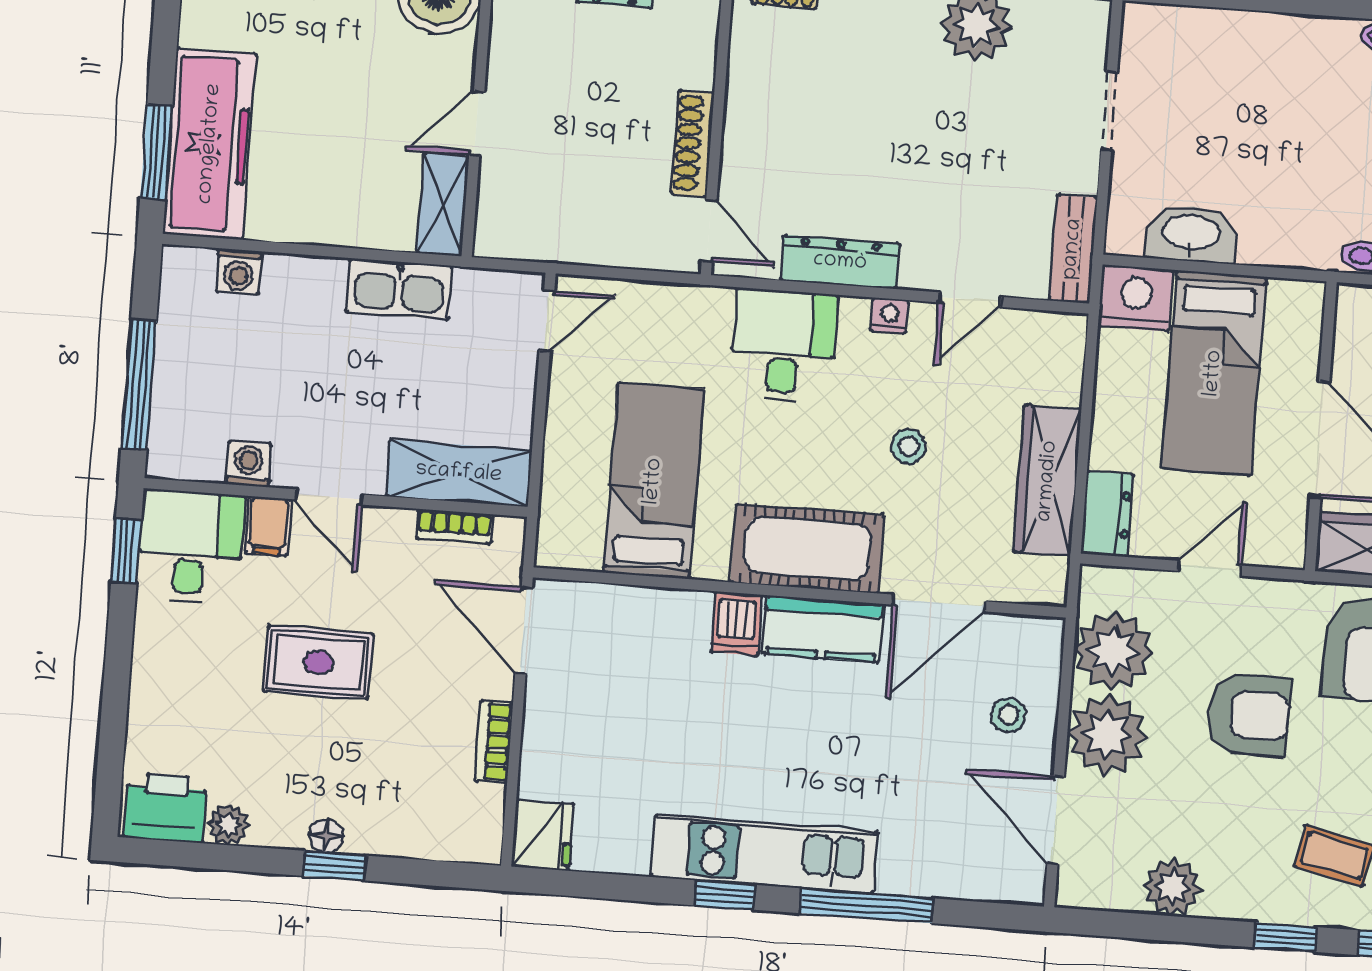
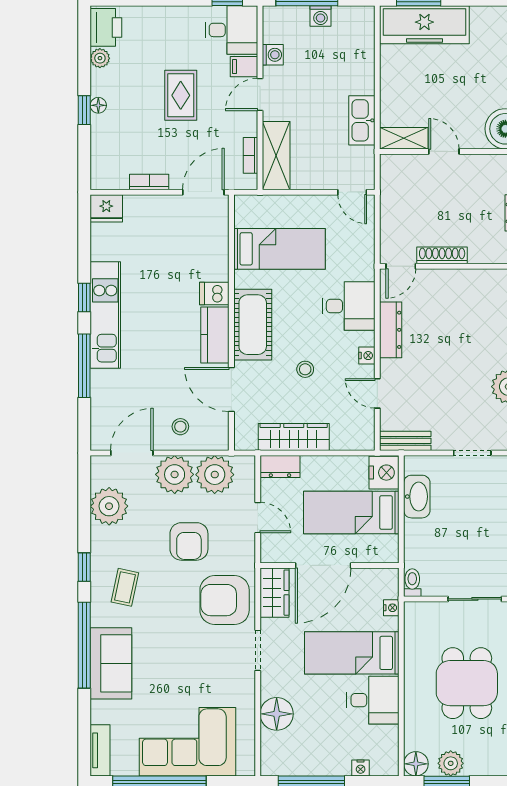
washing machine: (239, 271) -> (321, 16), moved, turned -90
plant: (1173, 887) -> (109, 506), width x1.36, depth x1.36

